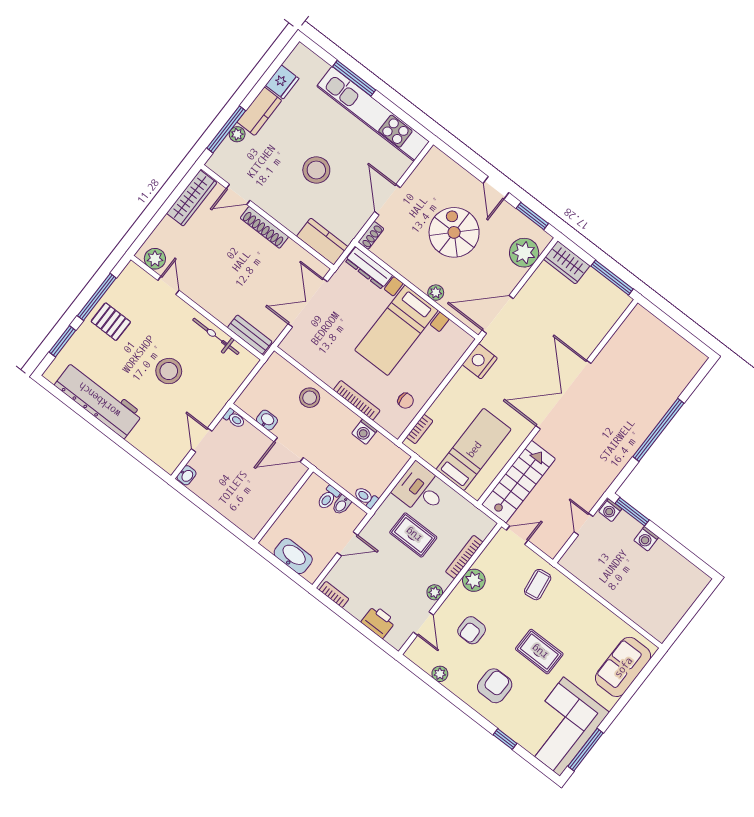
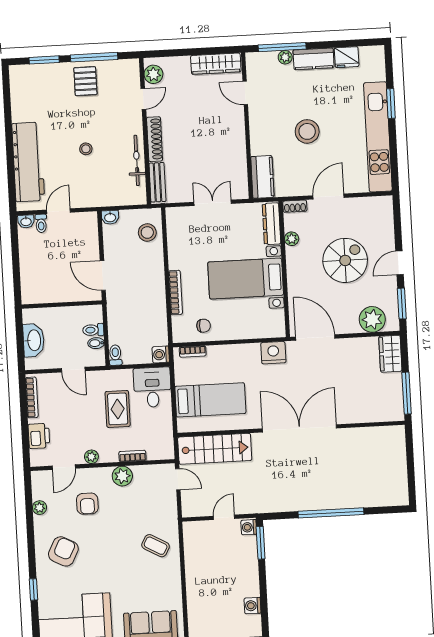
window: (354, 78) -> (391, 104), width x0.69
shoe rack: (264, 227) -> (155, 139), moved, turned 180
plant: (436, 293) -> (292, 239), moved
double door: (308, 303) -> (213, 203), width x0.73
stool: (169, 371) -> (86, 149), width x0.53, depth x0.53
stool: (310, 398) -> (147, 232), moved
workbench: (99, 400) -> (28, 162), moved
chair: (406, 401) -> (204, 326), turned -90
toilet: (234, 418) -> (41, 223), moved
washbasin: (267, 420) -> (110, 217), moved, turned 90
washing machine: (364, 432) -> (161, 355), moved
washing machine: (646, 539) -> (252, 606), moved
bookcase: (464, 557) -> (132, 456), width x0.64
coffee table: (538, 585) -> (156, 546), moved, turned 37
bookcase: (334, 595) -> (32, 397), width x1.56
armchair: (472, 630) -> (87, 504), turned -90
rug: (539, 652) -> (112, 562), removed
armchair: (495, 686) -> (63, 551), turned -63

